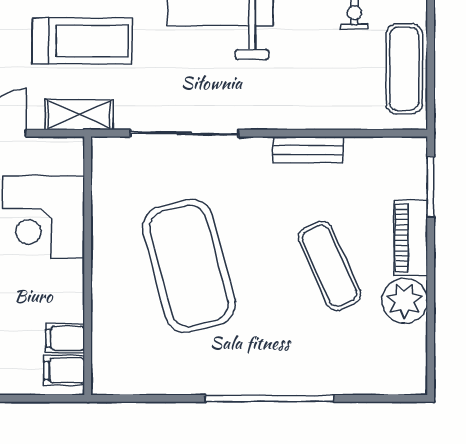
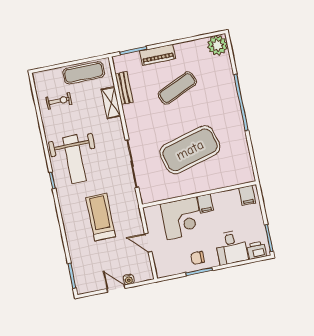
shelving: (79, 115) -> (111, 103), moved
bench: (308, 150) -> (124, 88), moved
plant: (405, 301) -> (217, 45), moved
filing cabinet: (65, 338) -> (205, 203), moved

